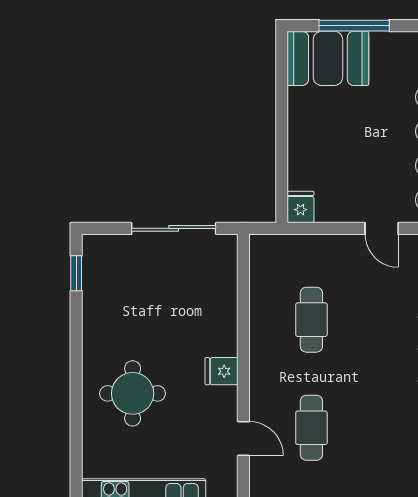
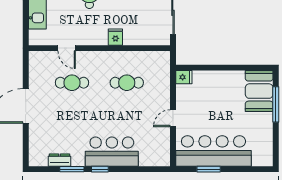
fridge: (221, 371) -> (115, 37), moved
door: (243, 438) -> (67, 48), hinge flipped

